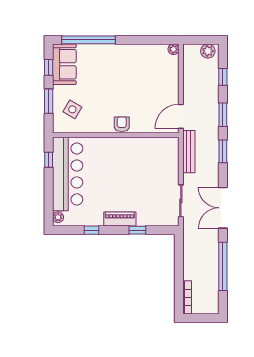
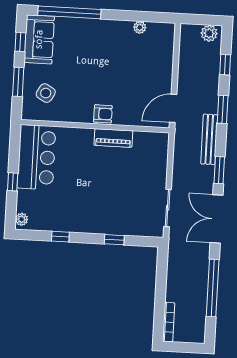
plant: (174, 49) -> (140, 27), moved
armchair: (122, 124) -> (103, 114), turned 90
window: (223, 151) -> (219, 170), moved
bench: (189, 152) -> (209, 139), moved
window: (49, 160) -> (13, 182), moved
bar counter: (68, 174) -> (36, 157), width x0.73
piano: (120, 219) -> (113, 138), moved, turned 180

